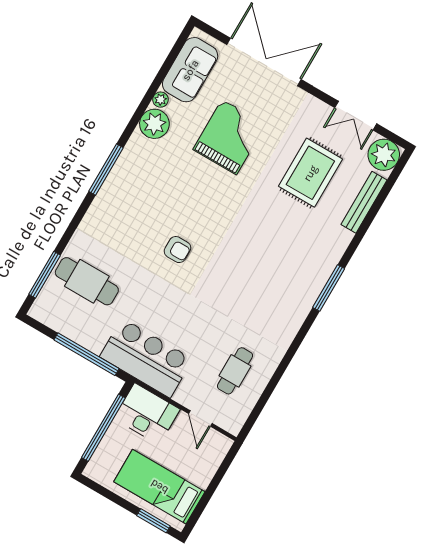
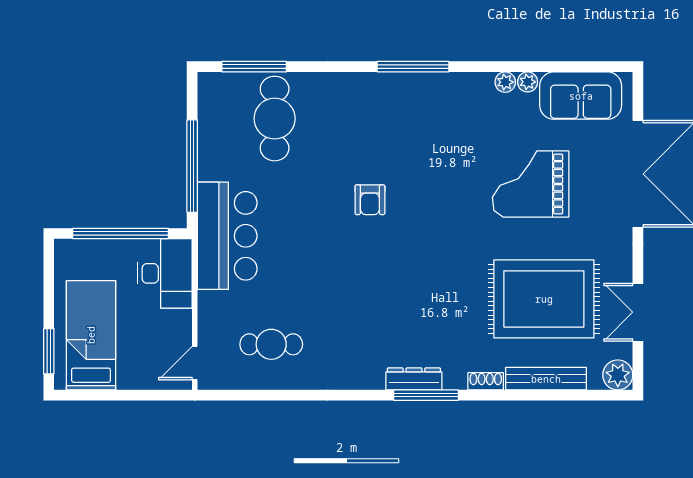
plant: (154, 124) -> (505, 82), width x0.53, depth x0.53
grand piano: (229, 137) -> (531, 184), turned 180
plant: (384, 155) -> (618, 375), width x0.73, depth x0.73
rug: (310, 173) -> (544, 299), width x1.37, depth x1.44
shoe rack: (342, 243) -> (486, 381), added
dresser: (313, 290) -> (414, 379), added
door: (200, 419) -> (195, 363), moved

